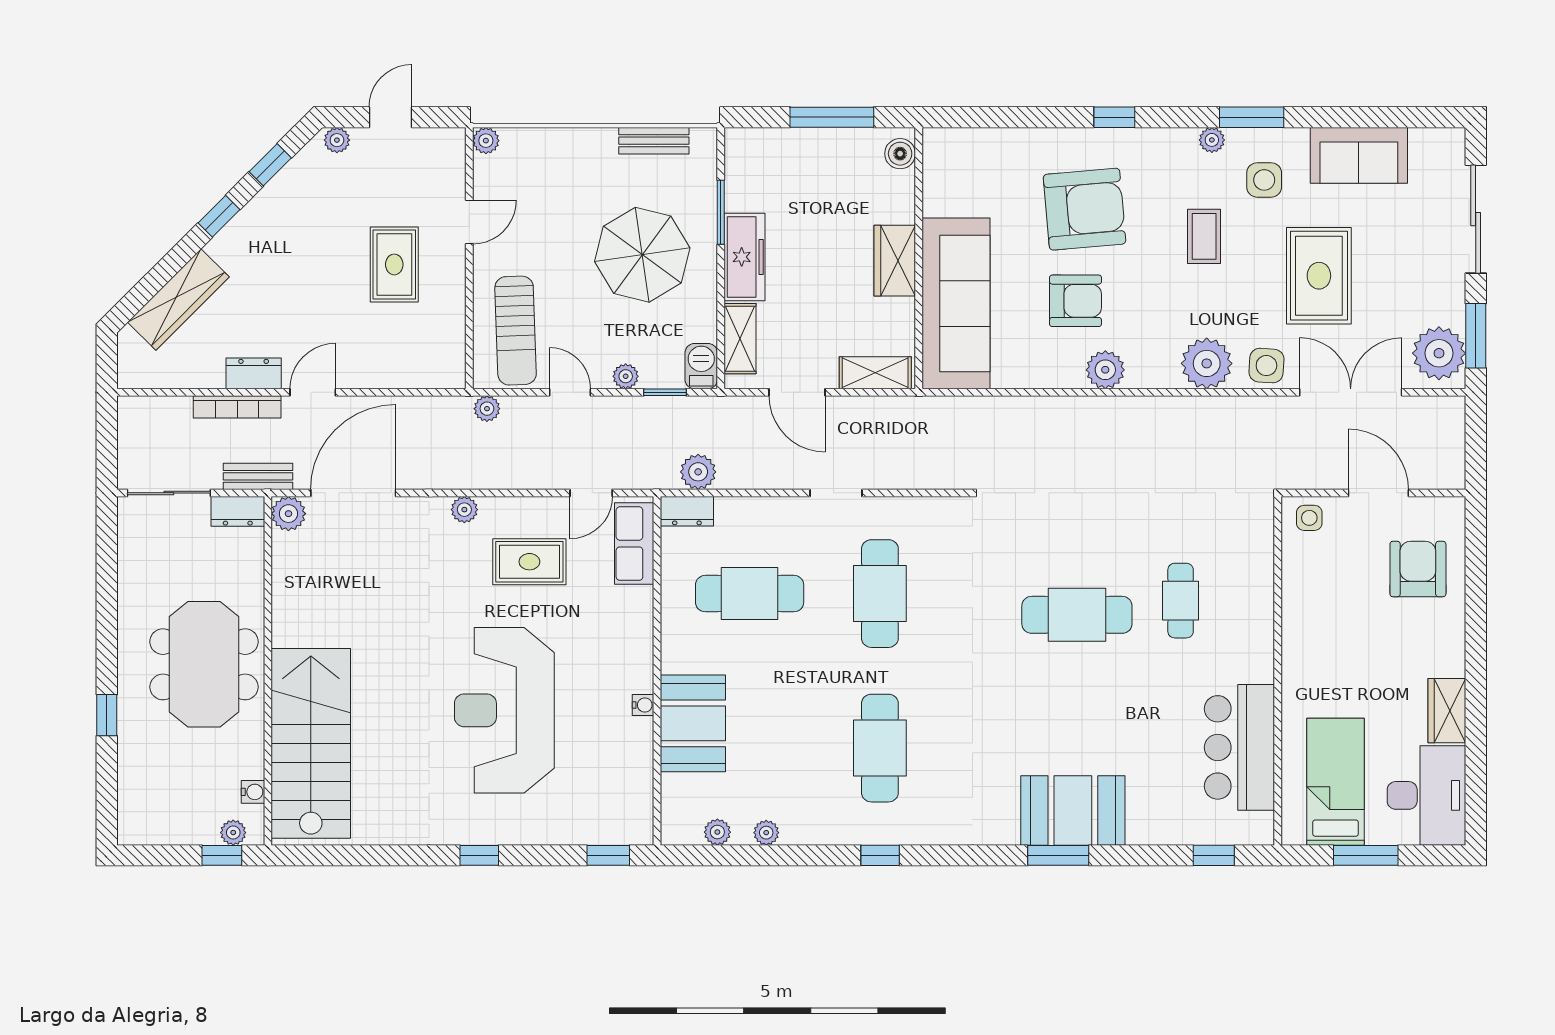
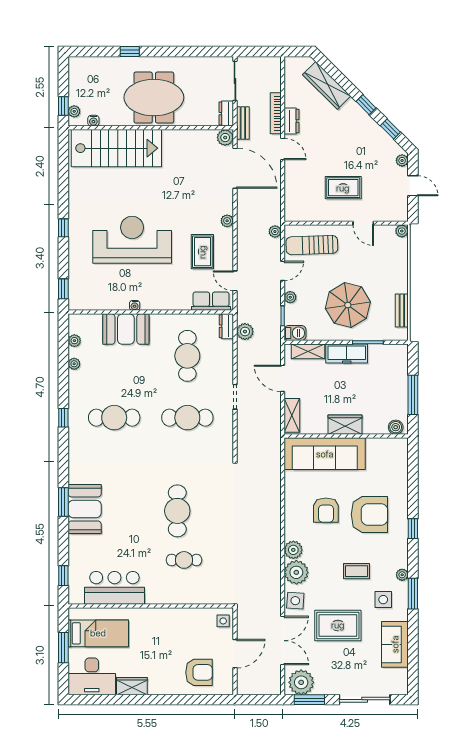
armchair: (1085, 209) -> (369, 514), turned -85
plant: (1105, 370) -> (293, 550), moved
door: (797, 392) -> (283, 378), hinge flipped

